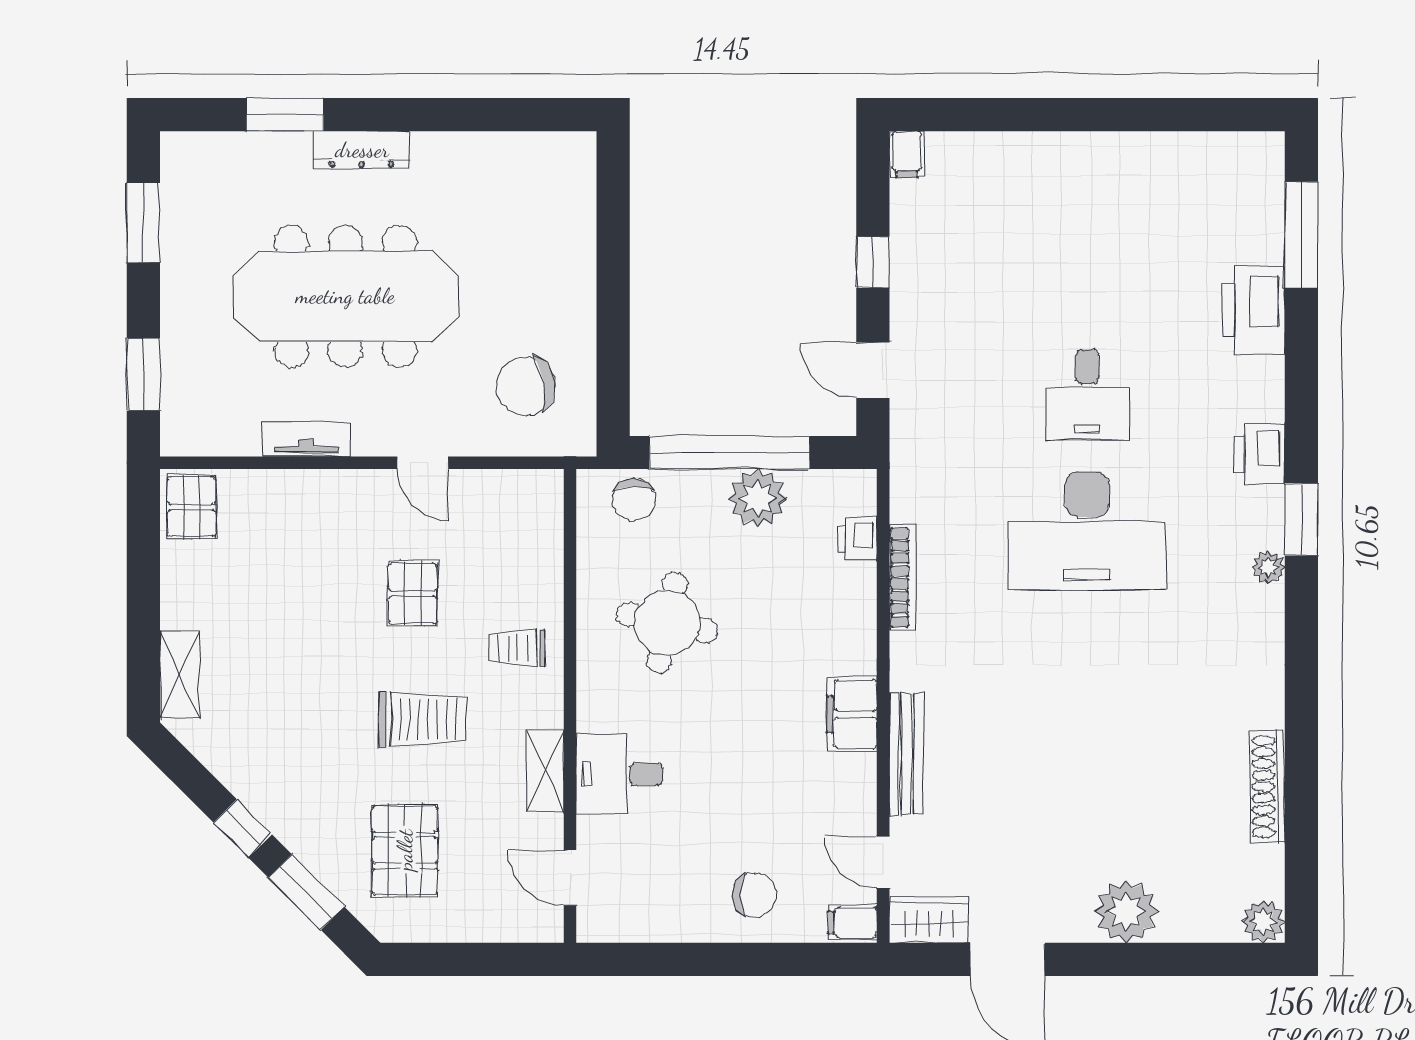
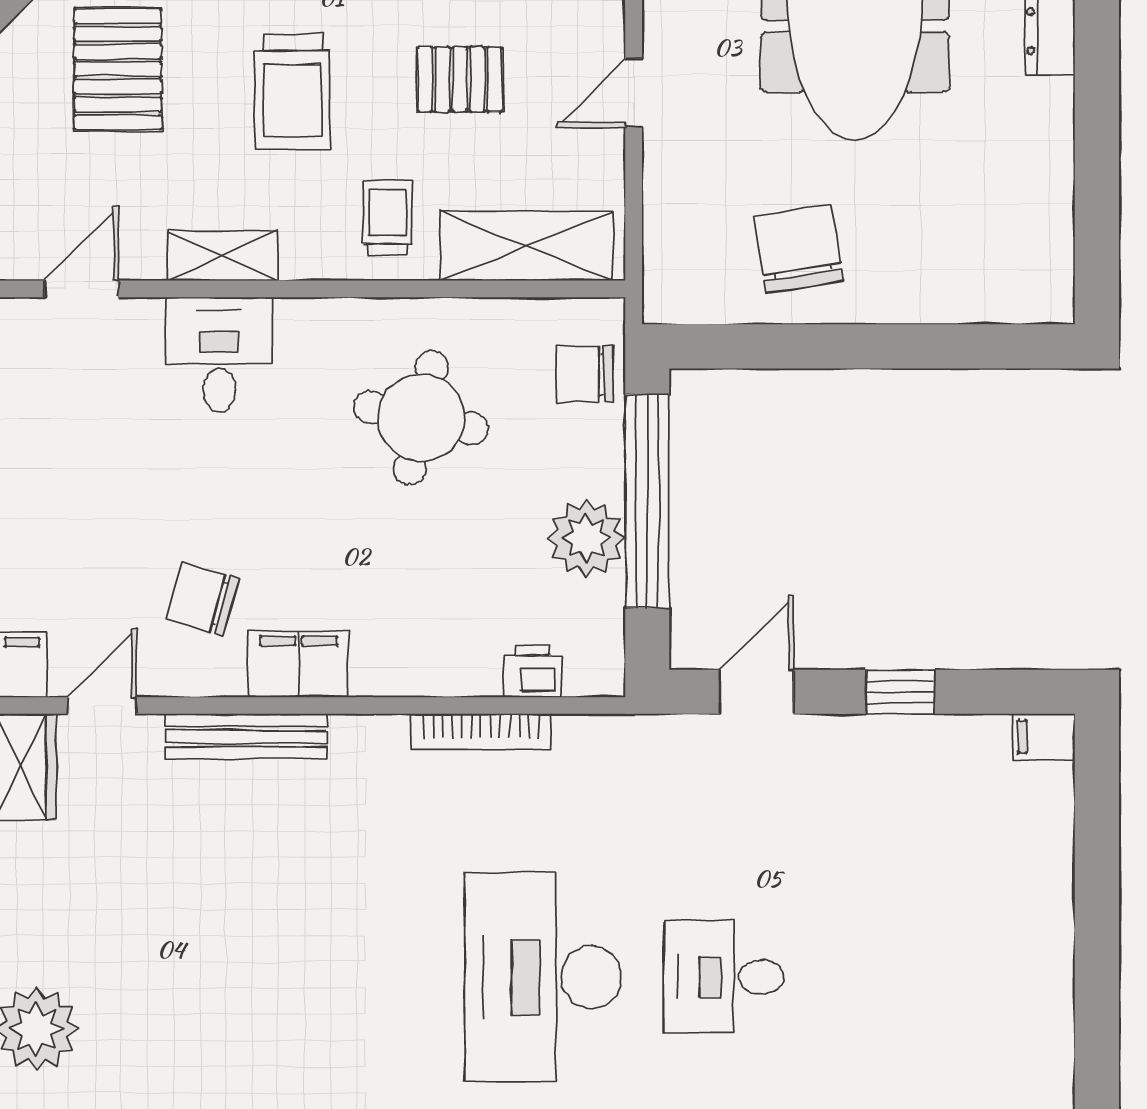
chair: (526, 386) -> (799, 249), moved
shelving: (538, 544) -> (526, 246), added
pallet: (405, 850) -> (118, 69), turned 90
chair: (755, 895) -> (203, 599), moved, turned 106

